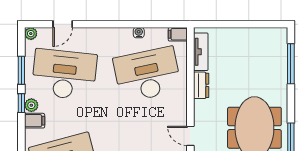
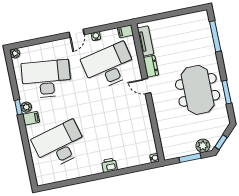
door: (63, 24) -> (77, 33), moved
window: (21, 70) -> (13, 82), removed
door: (190, 136) -> (146, 86), moved

